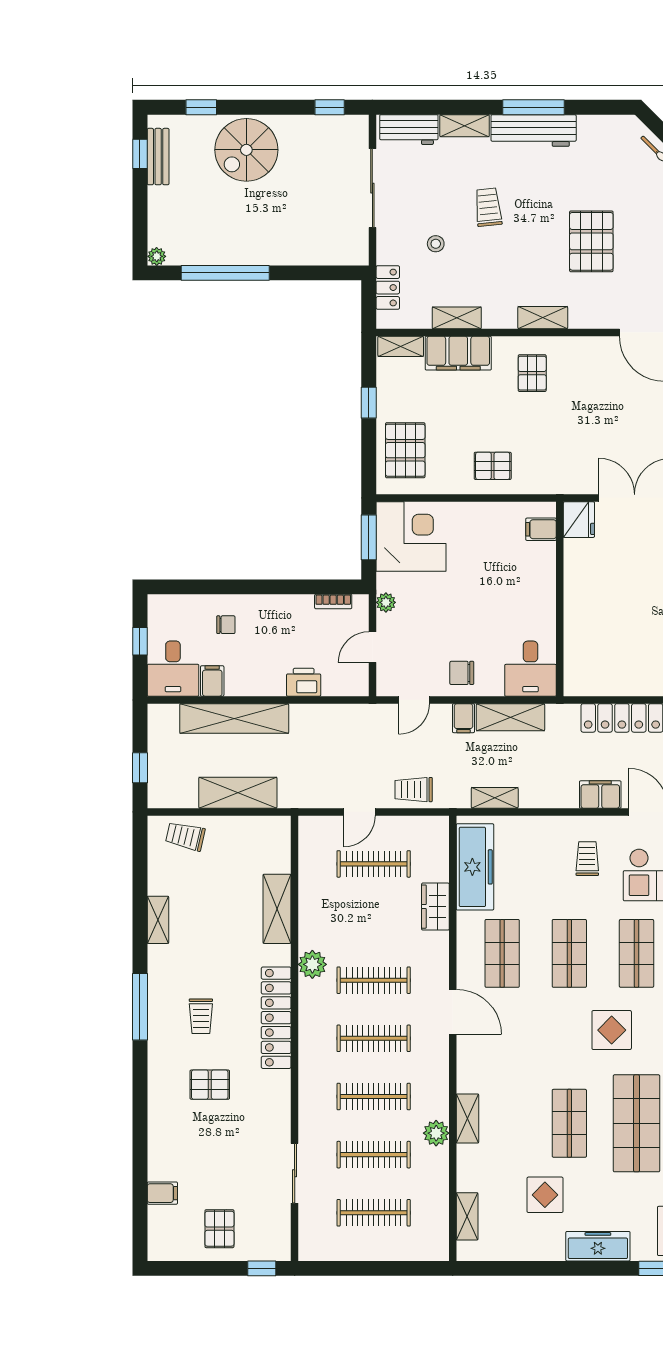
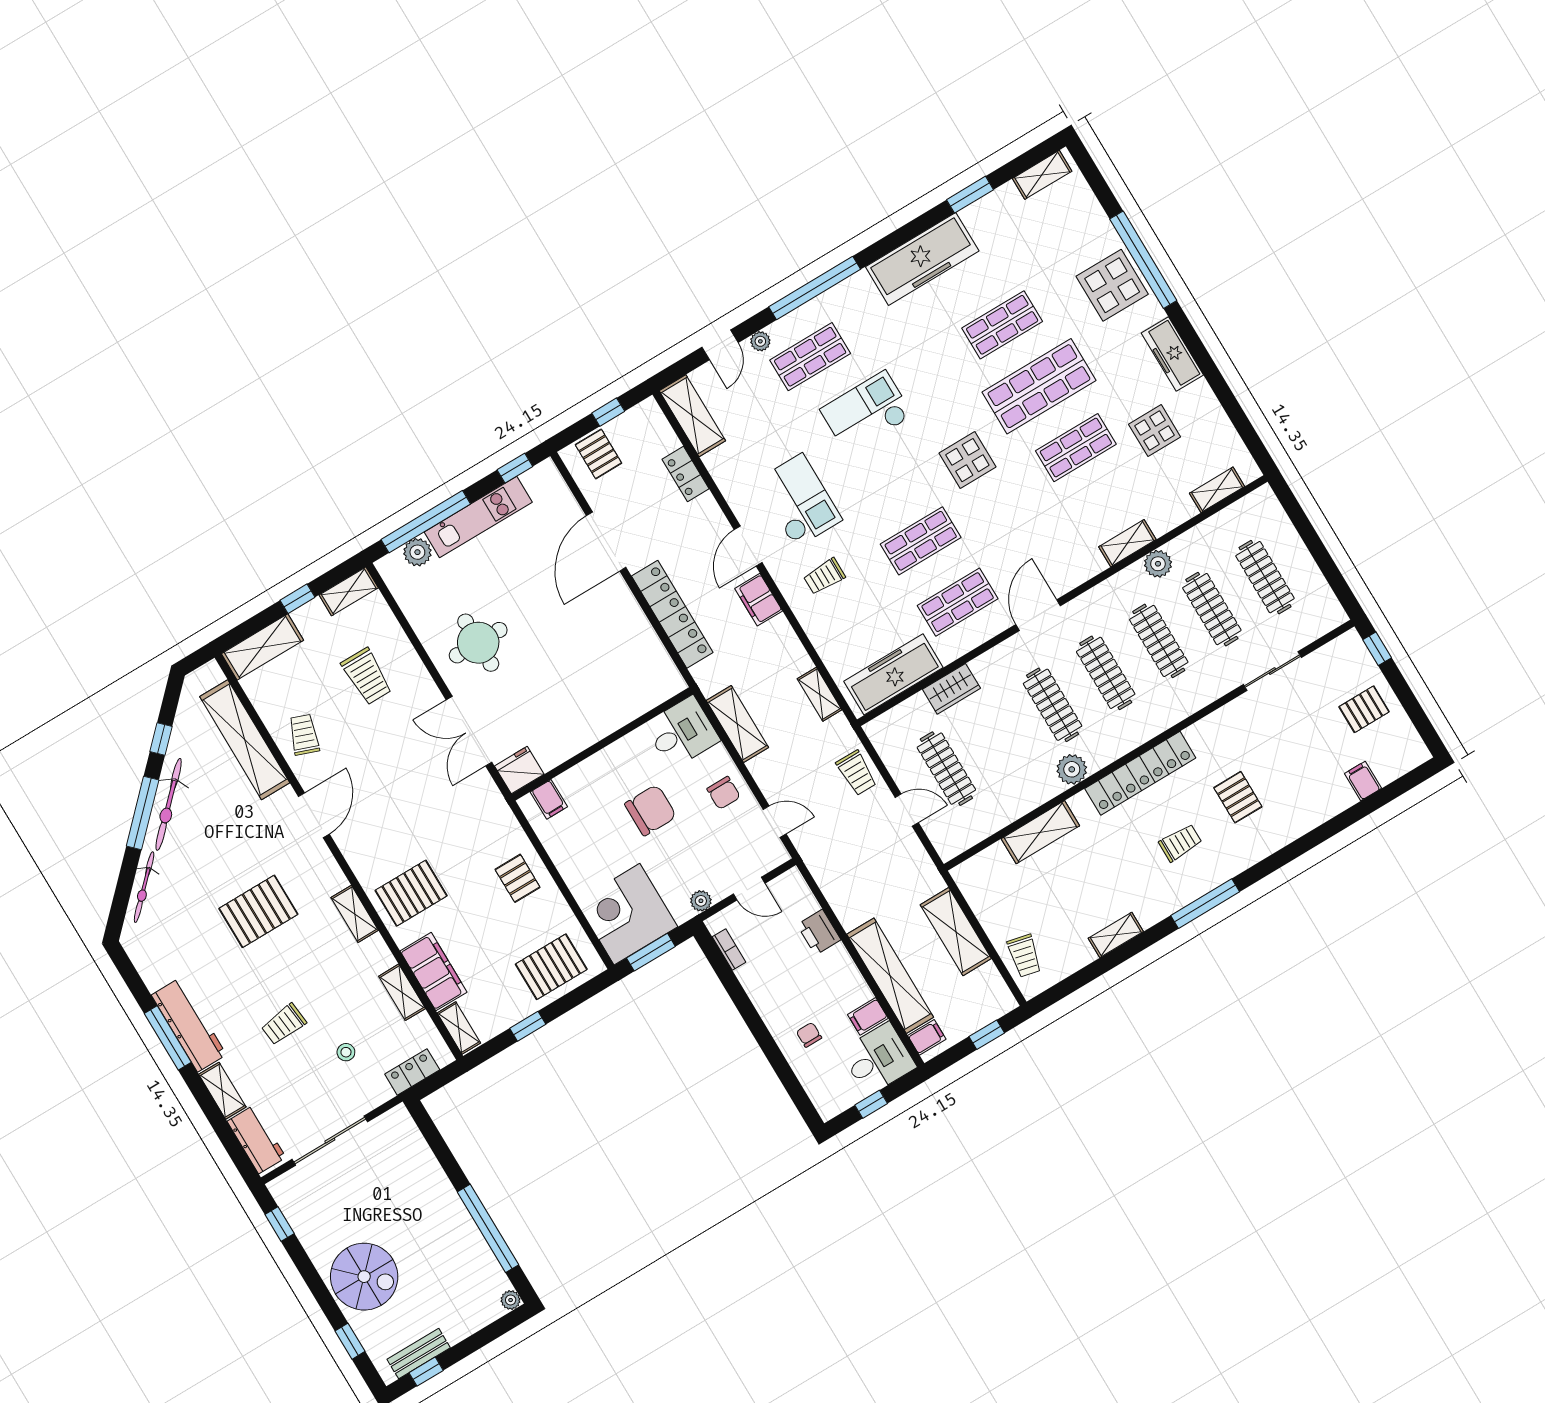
pallet: (532, 373) -> (411, 893), width x1.50, depth x1.42
chair: (483, 606) -> (651, 810), added
filing cabinet: (463, 718) -> (927, 1037), moved
shop shelf: (637, 953) -> (884, 479), removed

